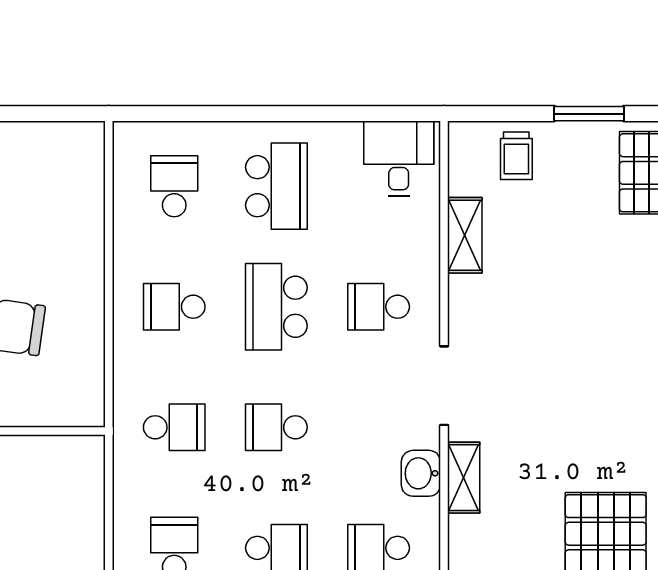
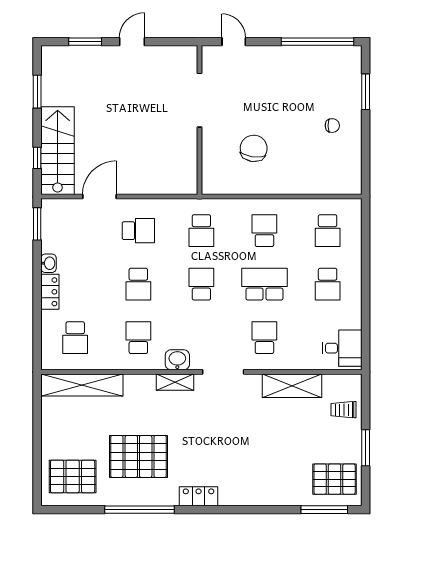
school desk: (174, 186) -> (328, 231), turned 90
school desk: (276, 186) -> (328, 284), width x0.54
shelving: (465, 235) -> (292, 386), width x1.50, depth x1.33

